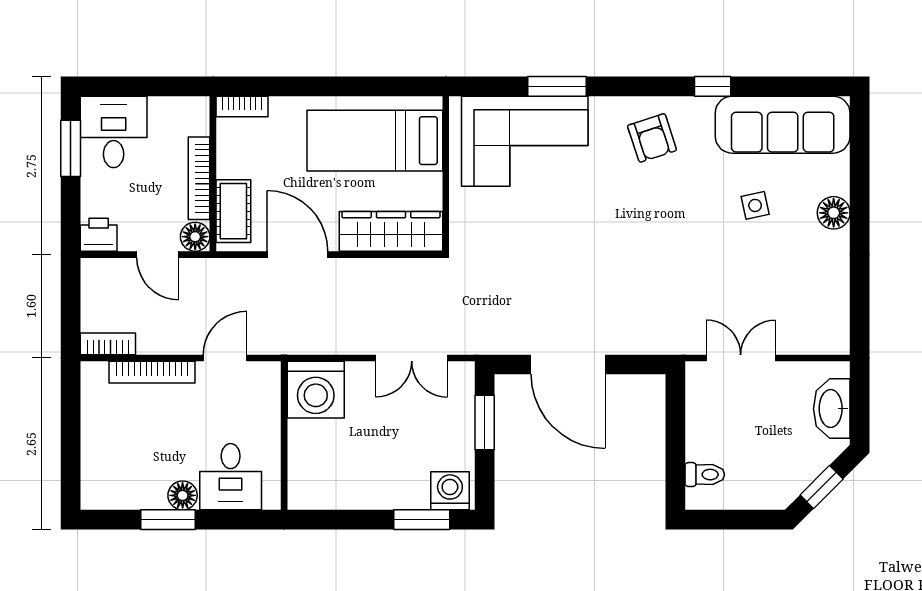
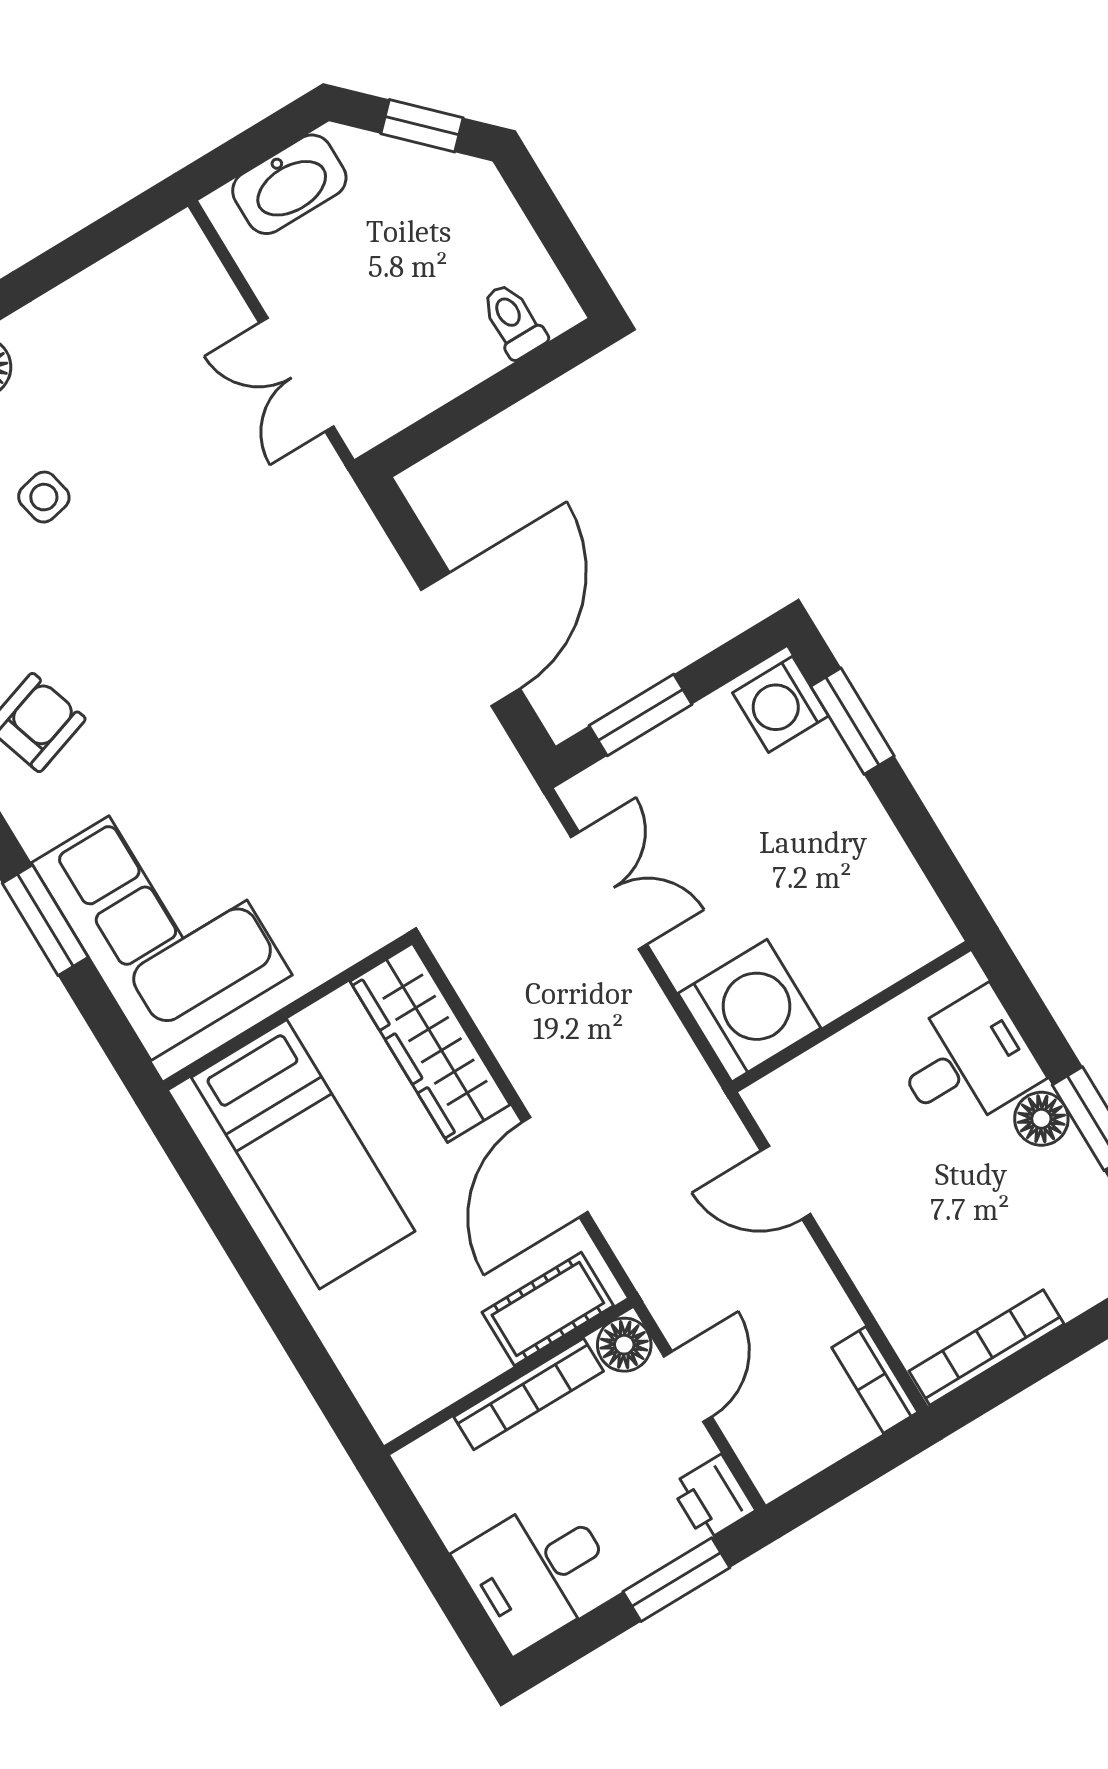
bookcase: (242, 106) -> (376, 1395), removed
window: (71, 148) -> (676, 1580), moved
bookcase: (152, 372) -> (987, 1348), moved, turned -90

